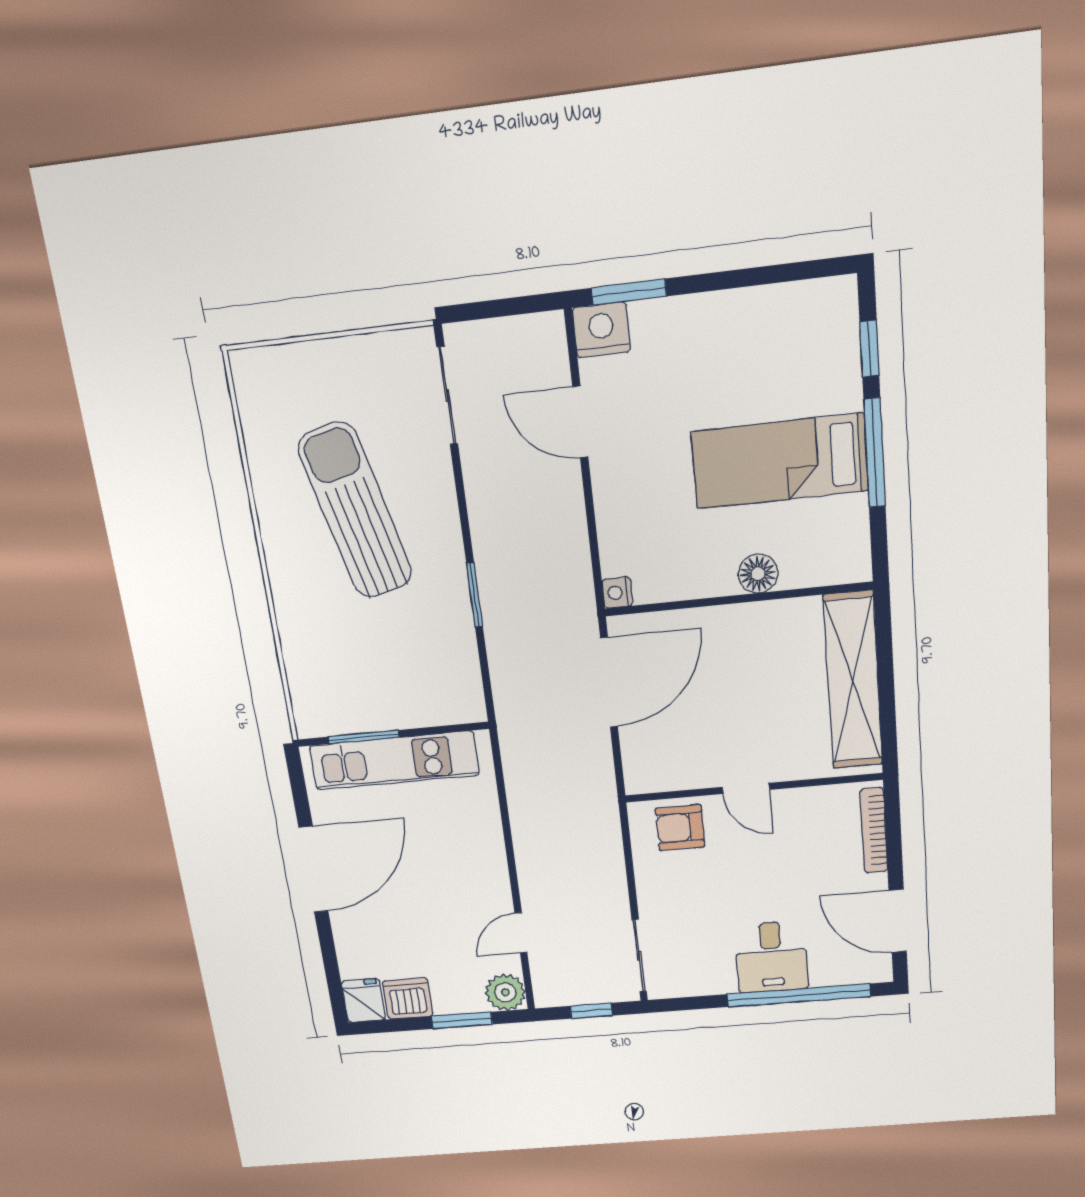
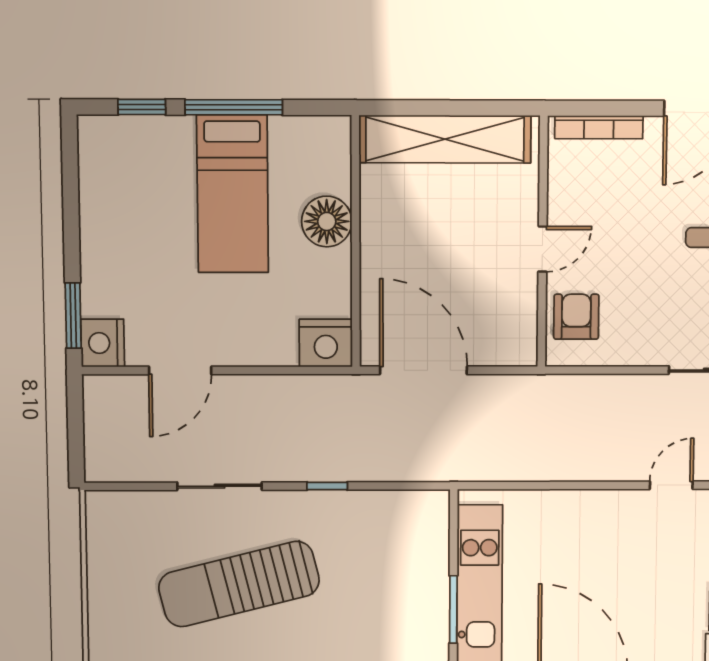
sliding door: (447, 396) -> (220, 486), moved
floor lamp: (758, 574) -> (327, 221), width x1.38, depth x1.38
nightstand: (617, 593) -> (326, 343), width x1.89, depth x1.79
window: (475, 595) -> (327, 486), width x0.67
armchair: (680, 828) -> (576, 317), turned 180
door: (521, 933) -> (671, 485), swing flipped

